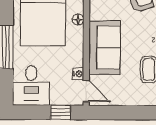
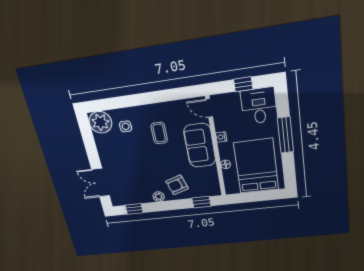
nightstand: (78, 74) -> (221, 137), moved
window: (60, 112) -> (243, 84), moved

